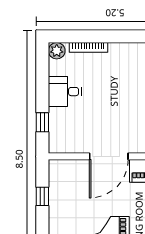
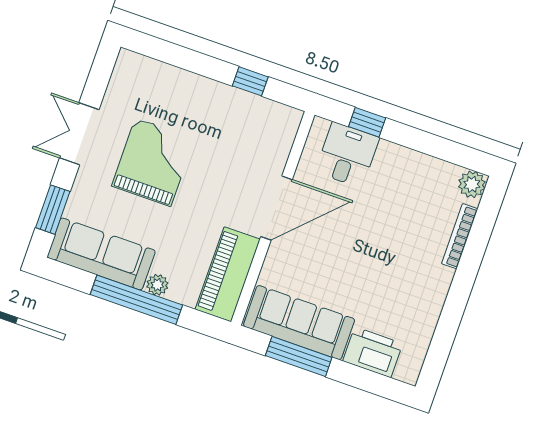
desk: (65, 92) -> (347, 155), moved
door: (109, 156) -> (276, 208), swing flipped

